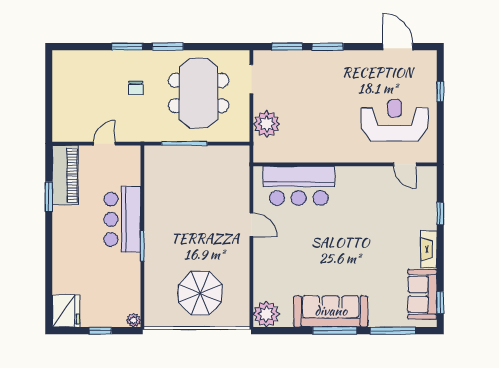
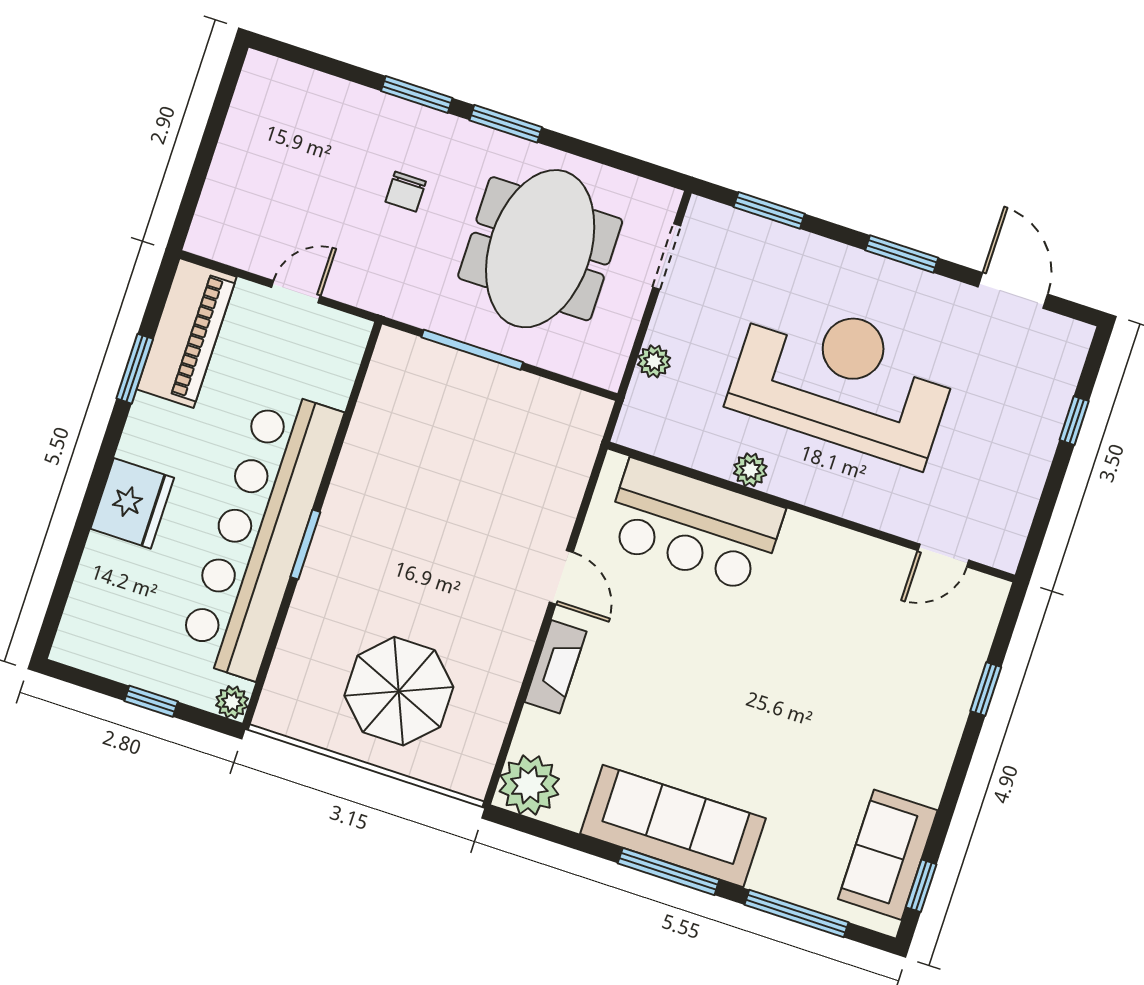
window: (328, 47) -> (902, 254), moved
reception desk: (395, 120) -> (843, 380), moved, width x1.36, depth x1.30
plant: (267, 124) -> (654, 361), width x0.53, depth x0.53
plant: (314, 155) -> (750, 470), added
door: (405, 164) -> (943, 555), hinge flipped
bar counter: (122, 219) -> (260, 534), width x1.86
fireplace: (429, 249) -> (556, 667), moved, turned 180
fridge: (66, 311) -> (132, 503), moved

